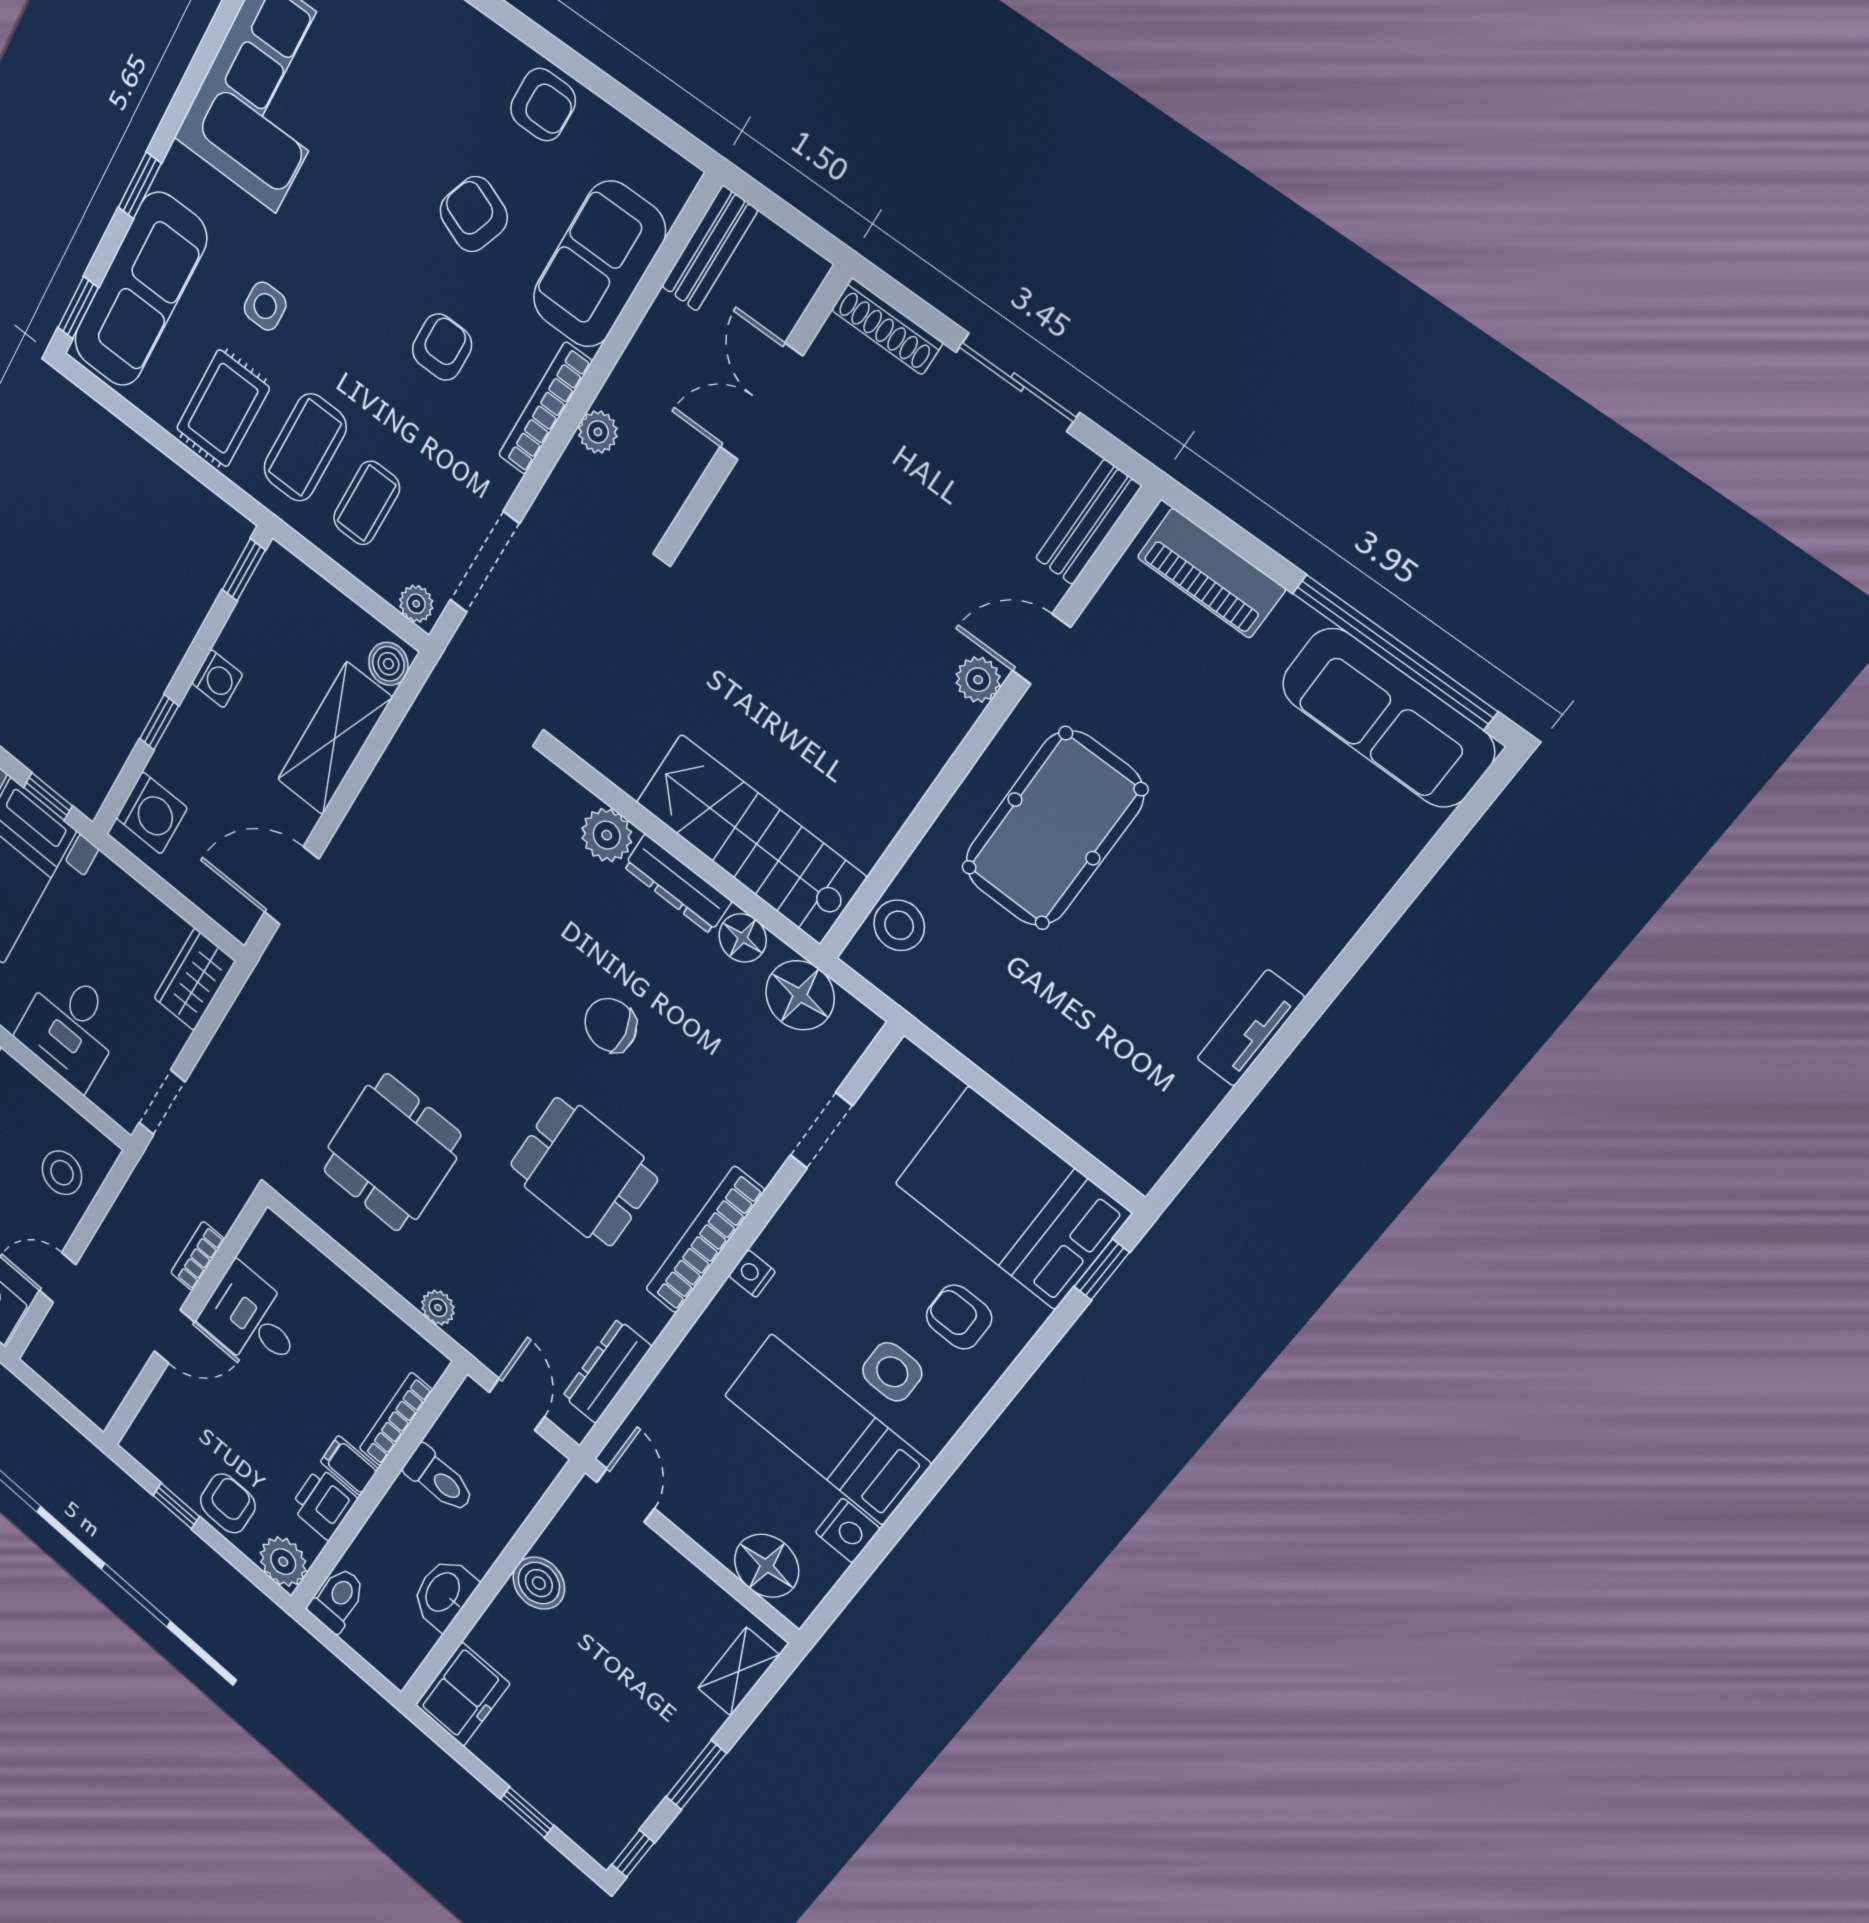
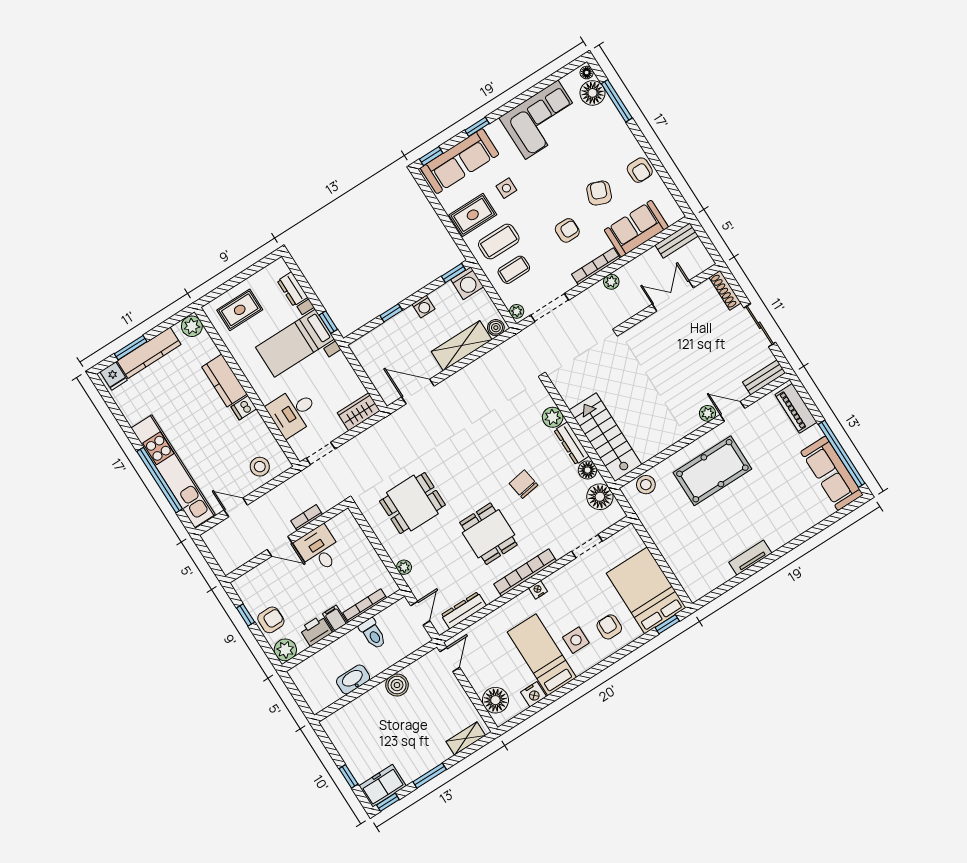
washing machine: (152, 813) -> (467, 283), moved
toilet: (337, 1599) -> (303, 671), removed
freezer: (462, 1694) -> (383, 786), moved, turned 180

